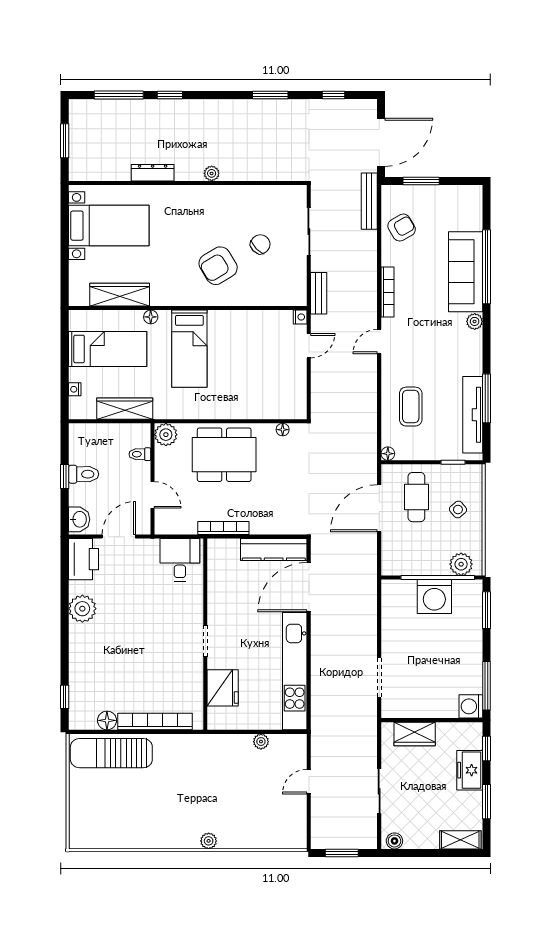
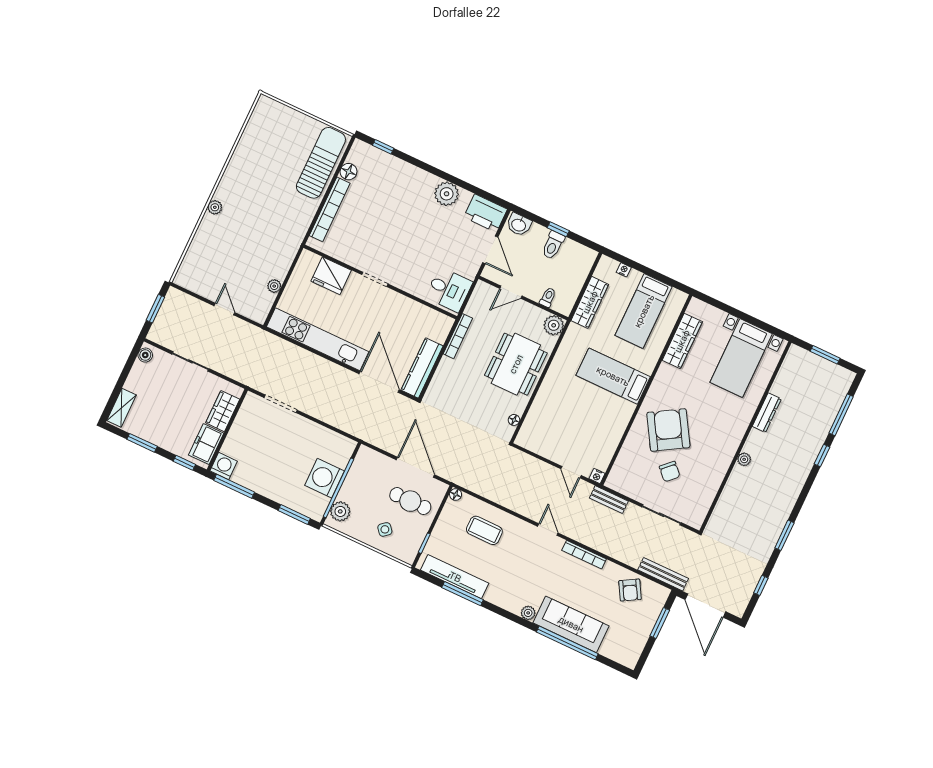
armchair: (218, 266) -> (668, 430), width x1.36, depth x1.36
floor lamp: (151, 317) -> (653, 357), removed
freezer: (470, 770) -> (206, 444), moved, turned -90

